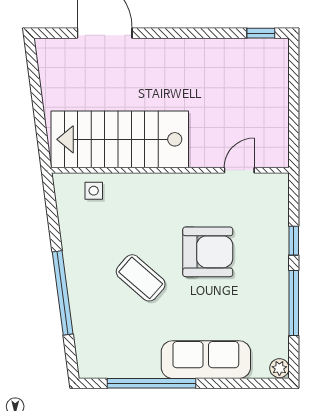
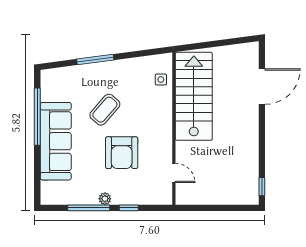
window: (63, 293) -> (95, 60), width x0.68
sofa: (206, 360) -> (56, 141), width x1.36, depth x1.27
plant: (279, 368) -> (105, 199), moved

